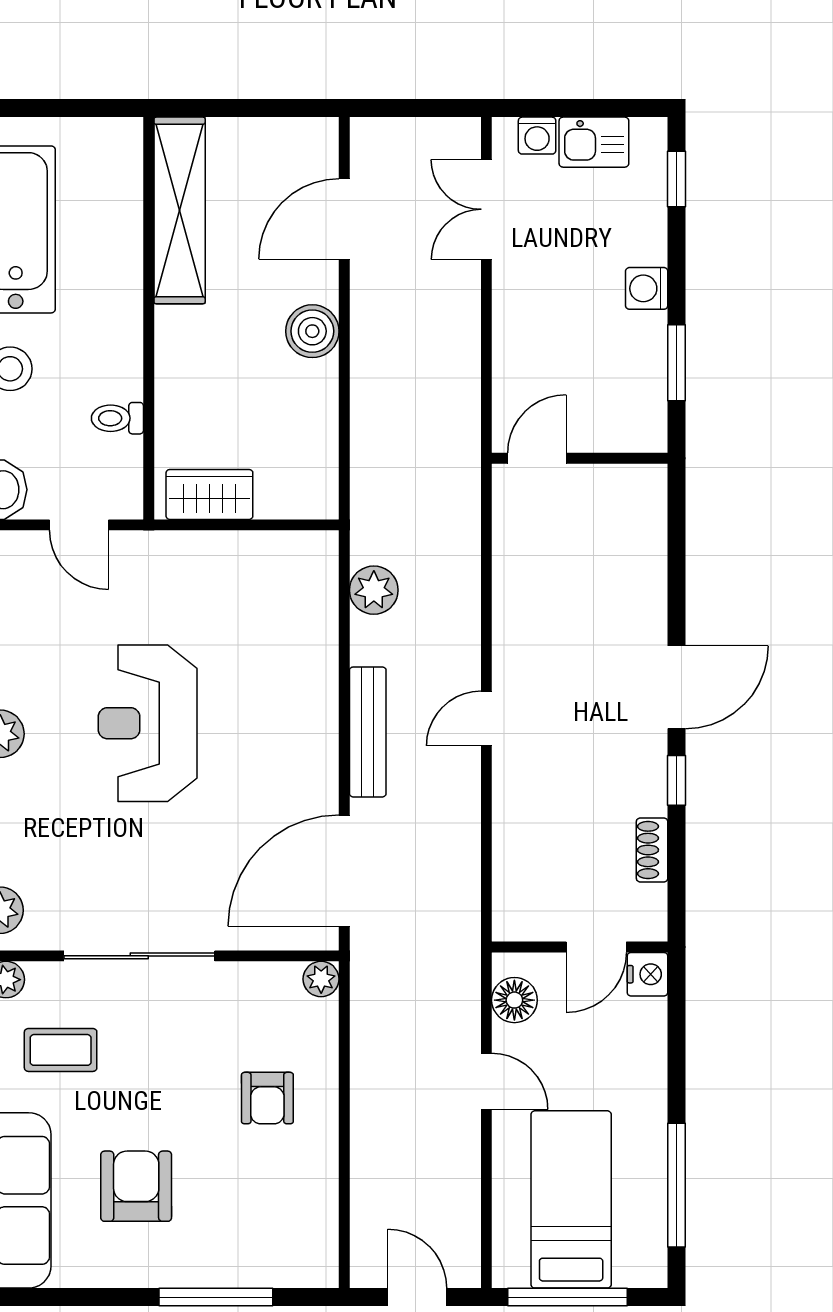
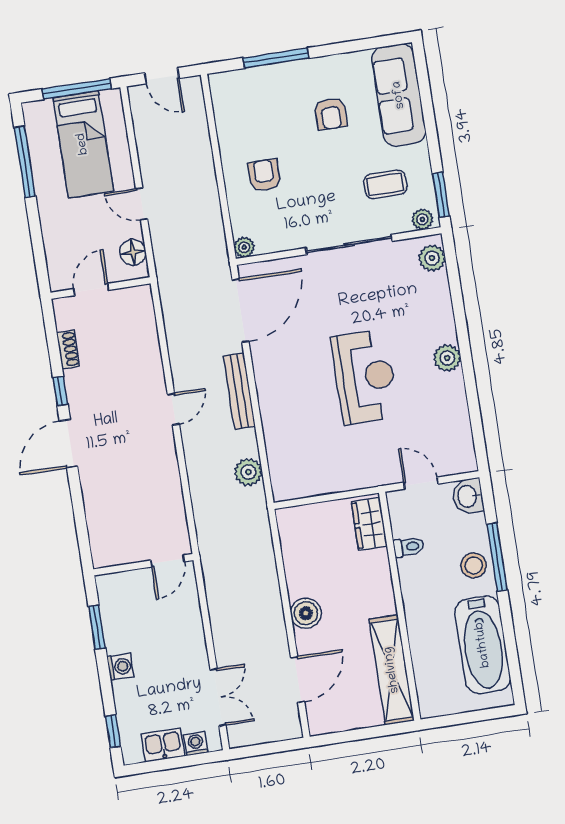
wardrobe: (209, 494) -> (369, 524), moved, turned 90
nightstand: (647, 974) -> (60, 279), removed
armchair: (136, 1186) -> (331, 114), width x0.72, depth x0.72

